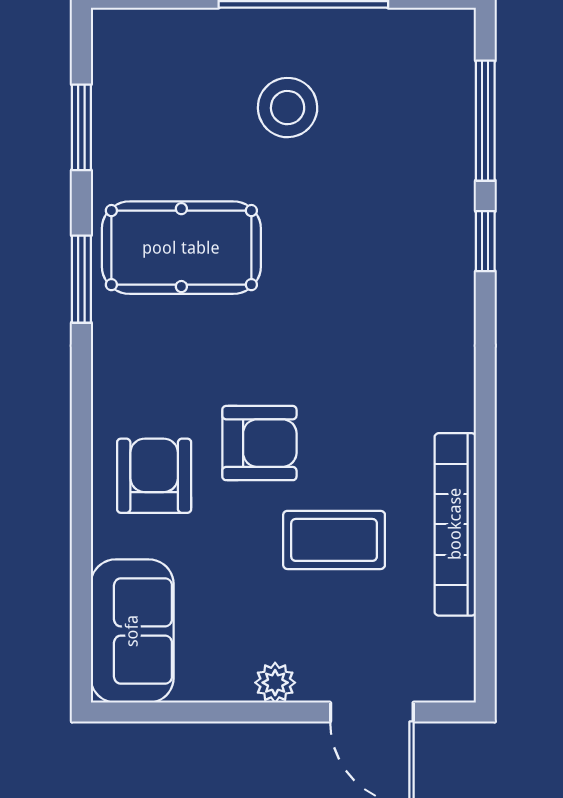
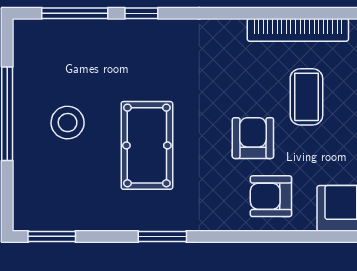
window: (81, 127) -> (52, 236), moved
pool table: (181, 248) -> (147, 145), moved

